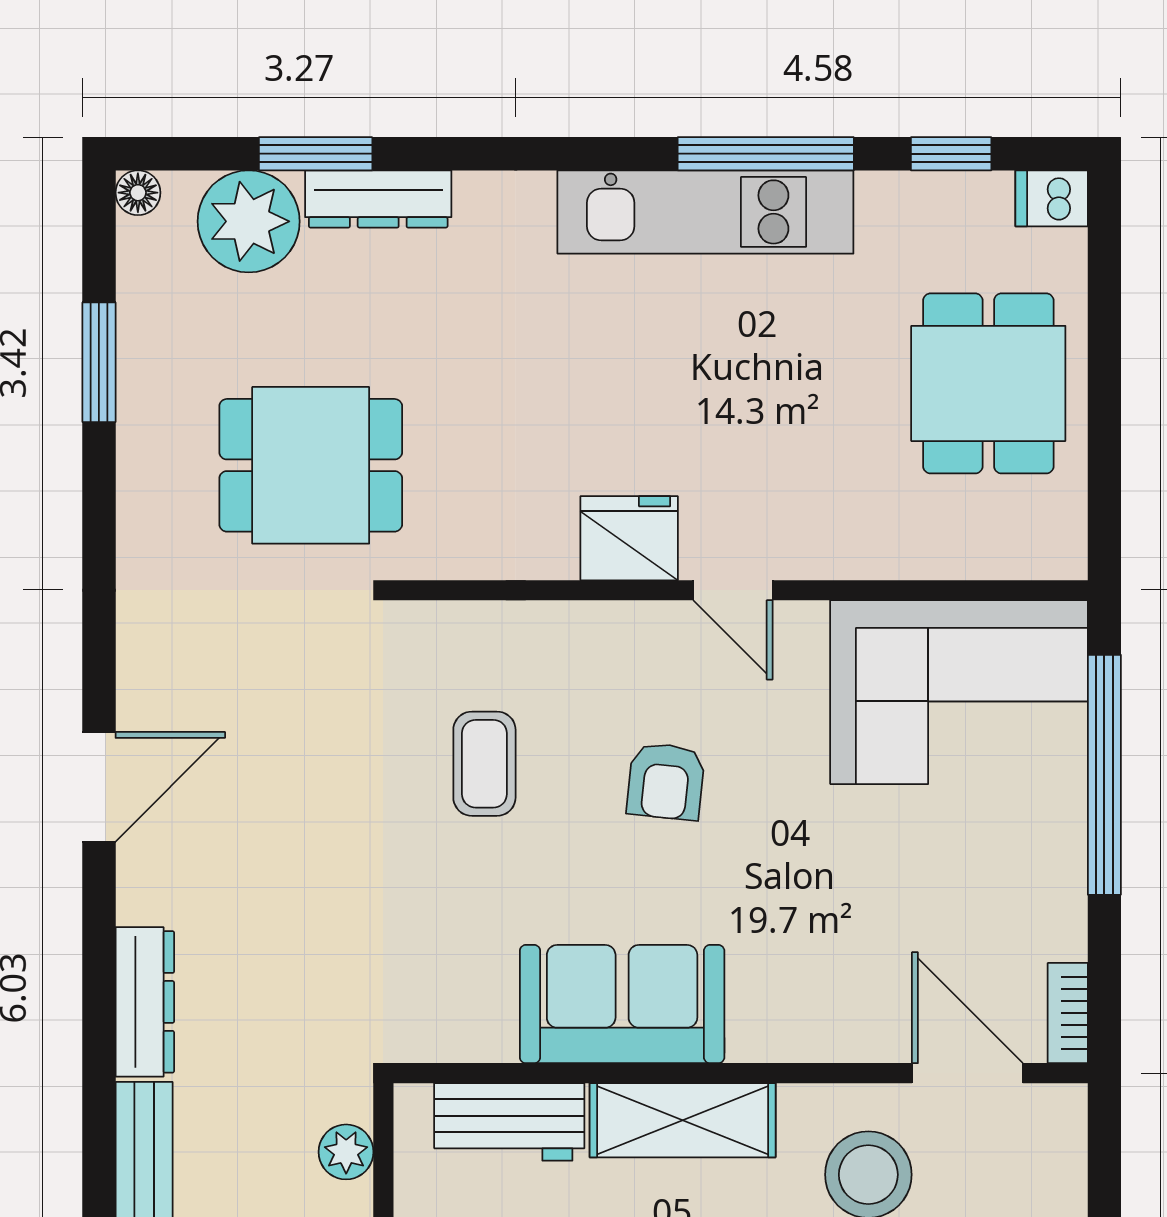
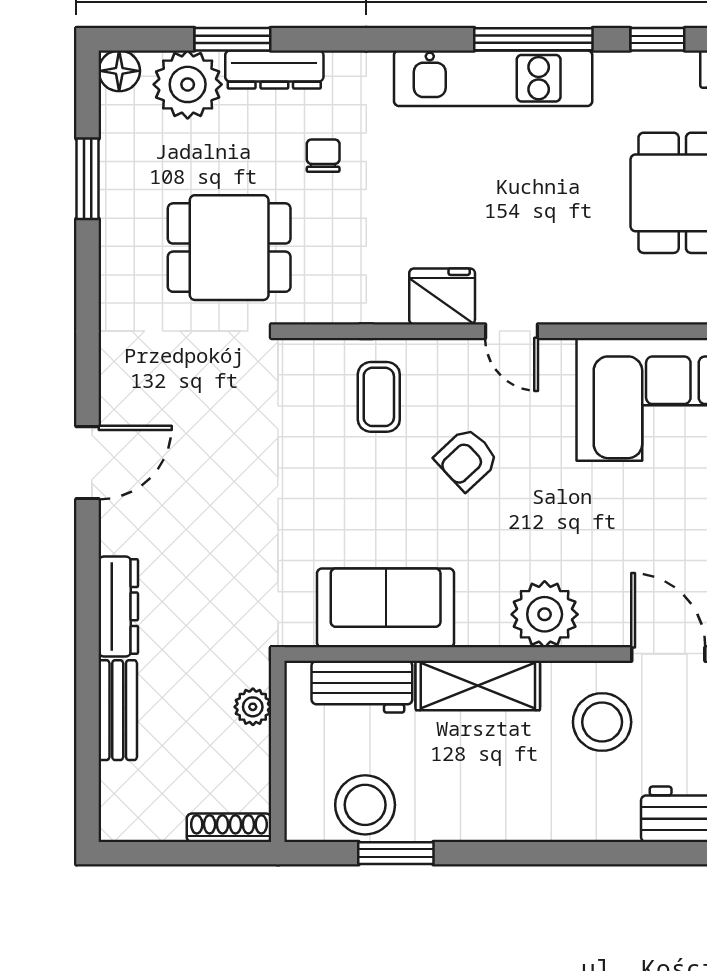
floor lamp: (138, 193) -> (119, 71), width x1.37, depth x1.37
chair: (451, 328) -> (323, 156), added
coffee table: (484, 764) -> (379, 397), moved
armchair: (666, 781) -> (467, 459), turned 41
sofa: (622, 1004) -> (386, 608), moved
plant: (782, 1014) -> (545, 614), added

